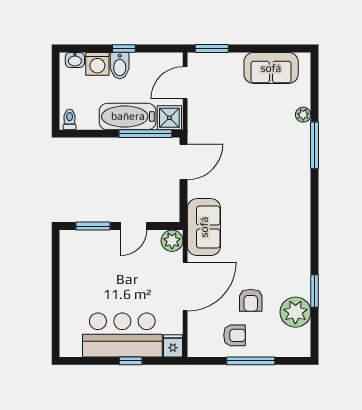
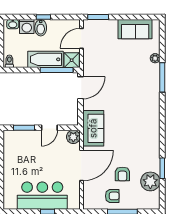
fridge: (173, 346) -> (74, 202), removed

